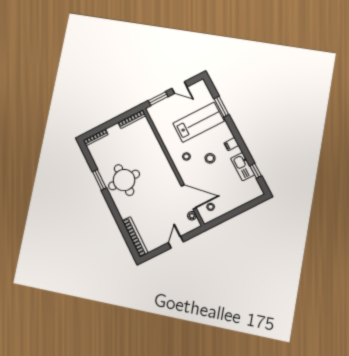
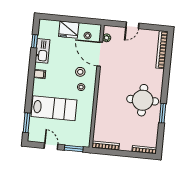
window: (221, 107) -> (27, 123), moved
lab bench: (198, 122) -> (54, 108), turned 180
stool: (210, 158) -> (80, 72), moved
fridge: (231, 201) -> (69, 30), added

